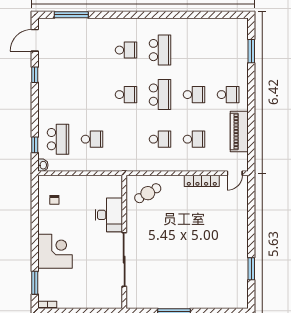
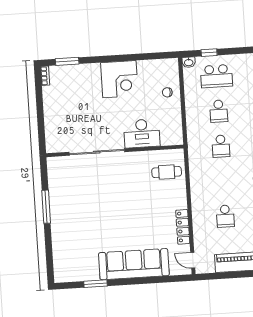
school desk: (160, 139) -> (221, 146), moved
cafe table: (148, 193) -> (167, 172), turned -60
chair: (54, 200) -> (167, 92), moved
sofa: (235, 231) -> (134, 264), added
corner desk: (55, 251) -> (119, 79), moved

